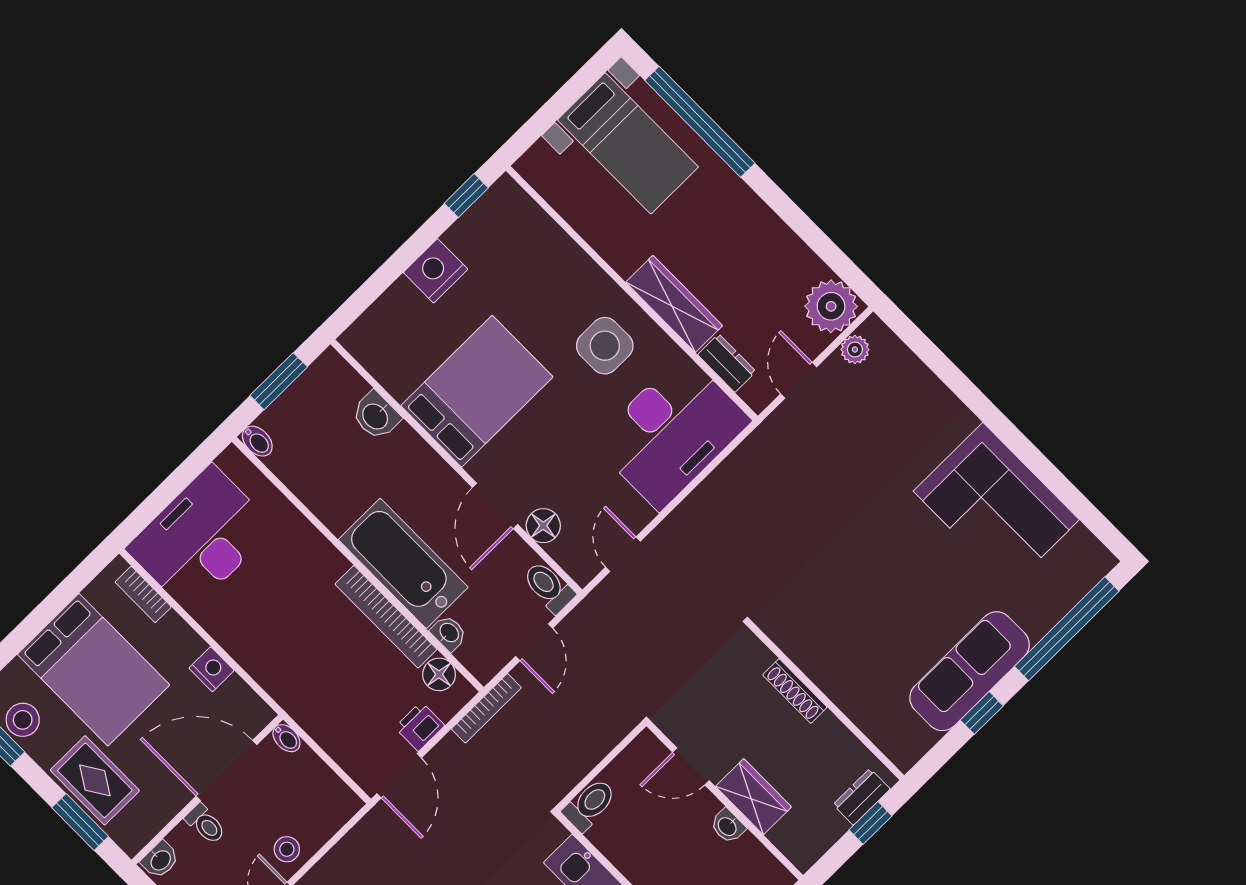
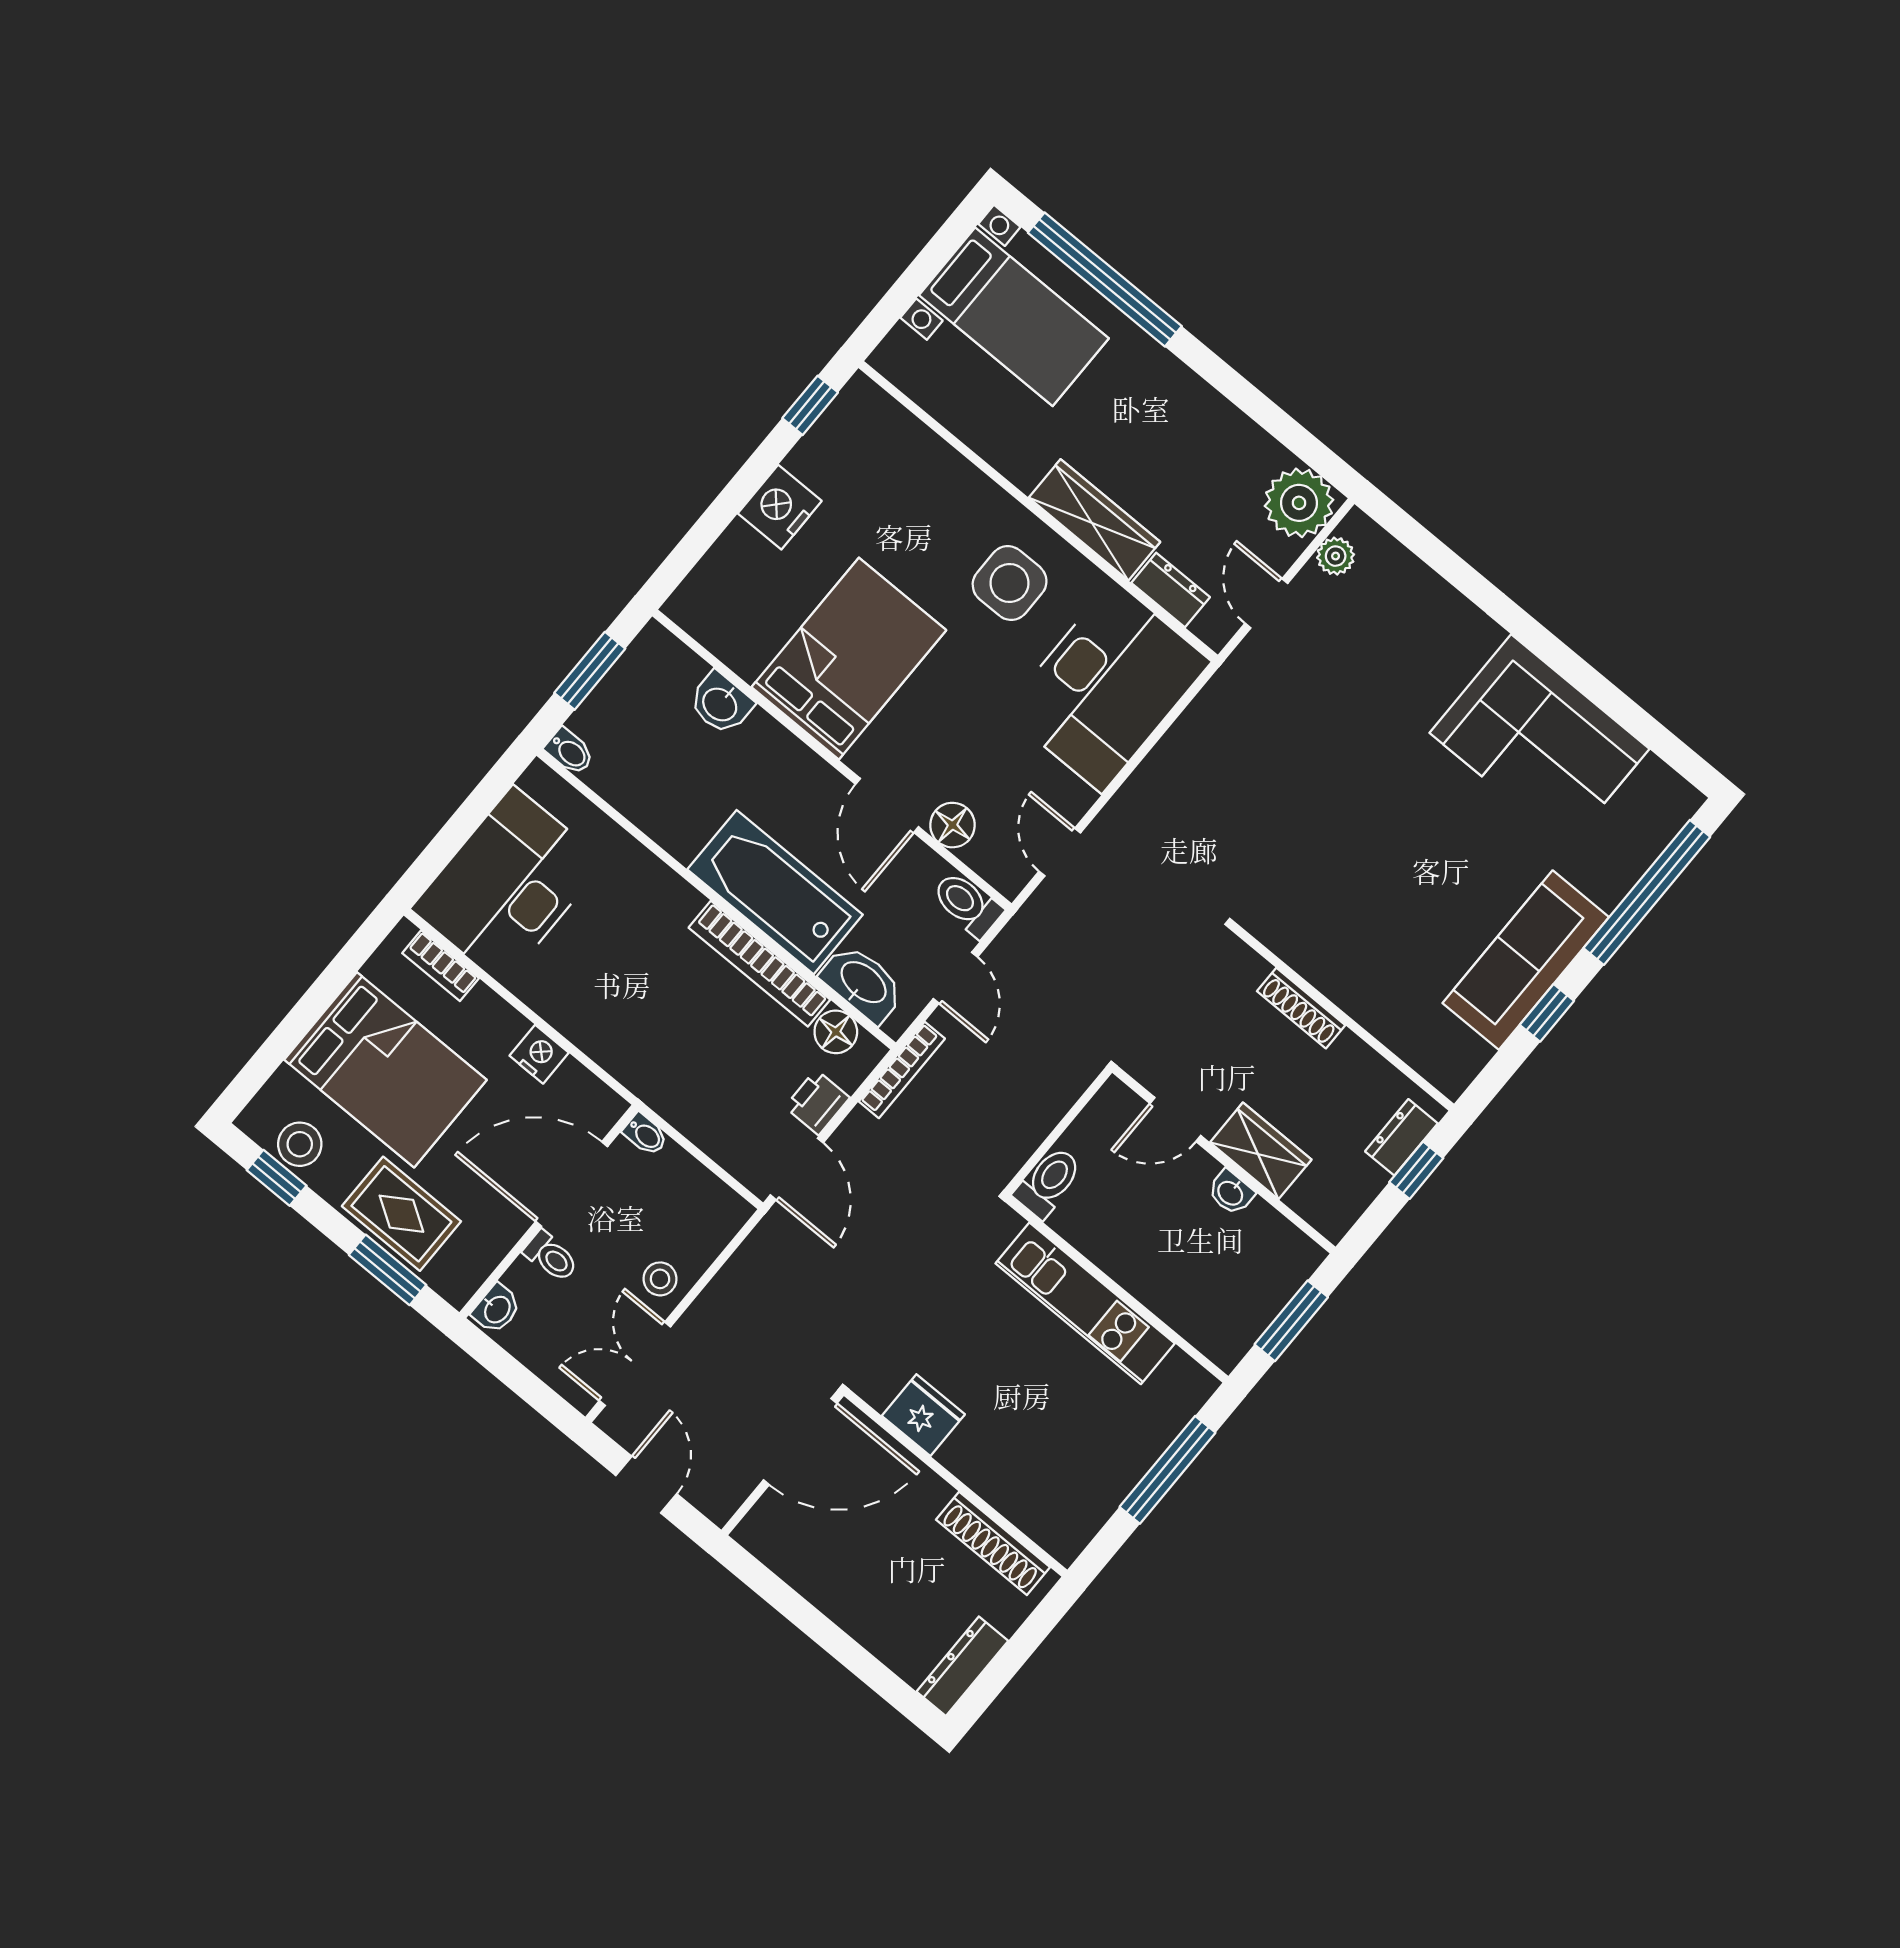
washbasin: (449, 633) -> (863, 983), width x1.91, depth x1.45

